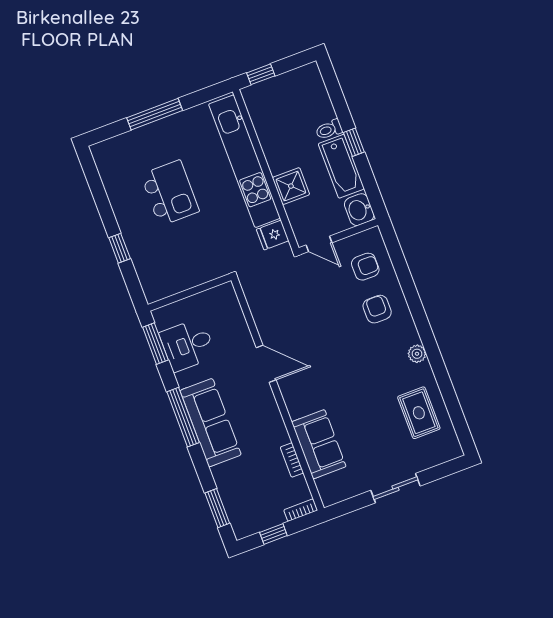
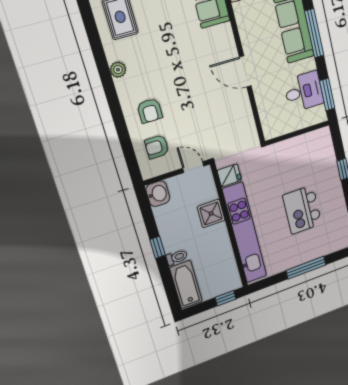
bathtub: (341, 166) -> (186, 285), moved

